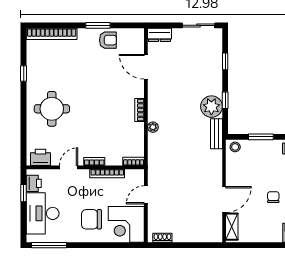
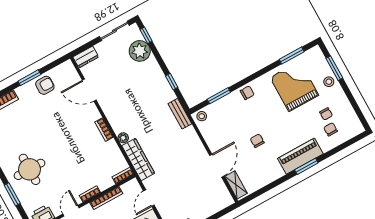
window: (225, 61) -> (146, 35), moved
plant: (211, 107) -> (140, 51), moved
window: (24, 123) -> (12, 194), added
wardrobe: (156, 154) -> (138, 159), added

